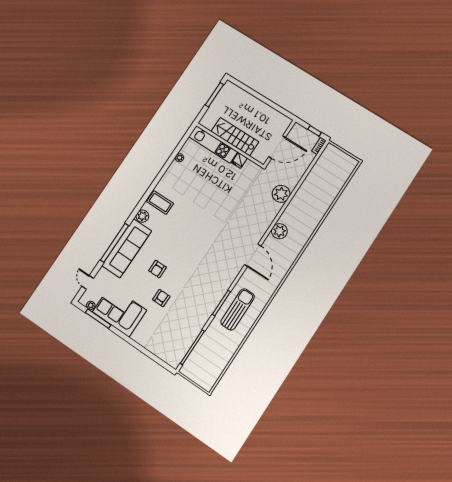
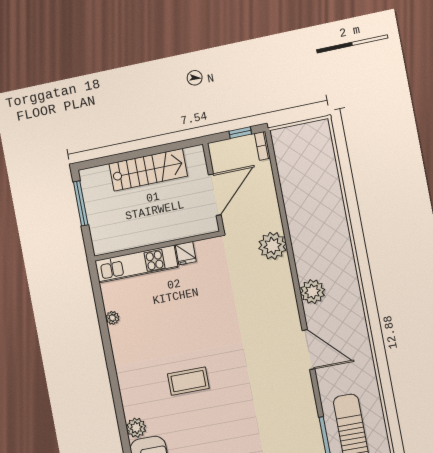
stairs: (235, 137) -> (148, 170), moved, turned 180
coffee table: (160, 203) -> (188, 381), moved

